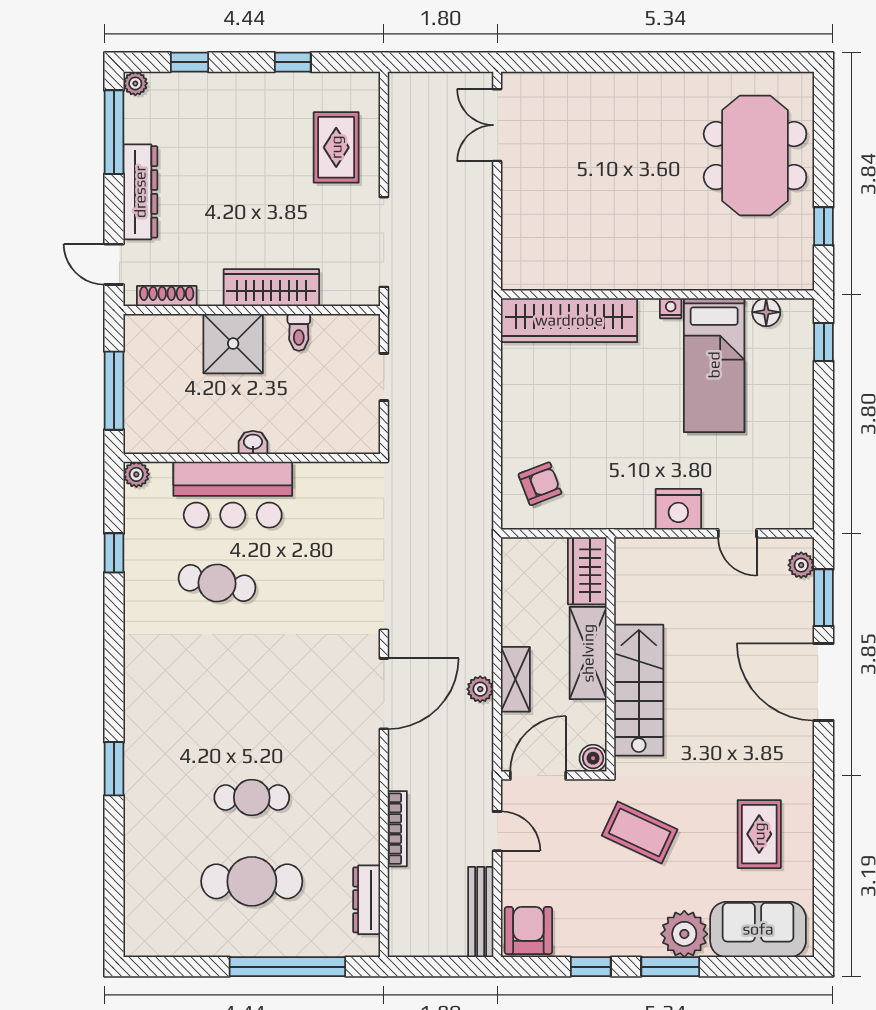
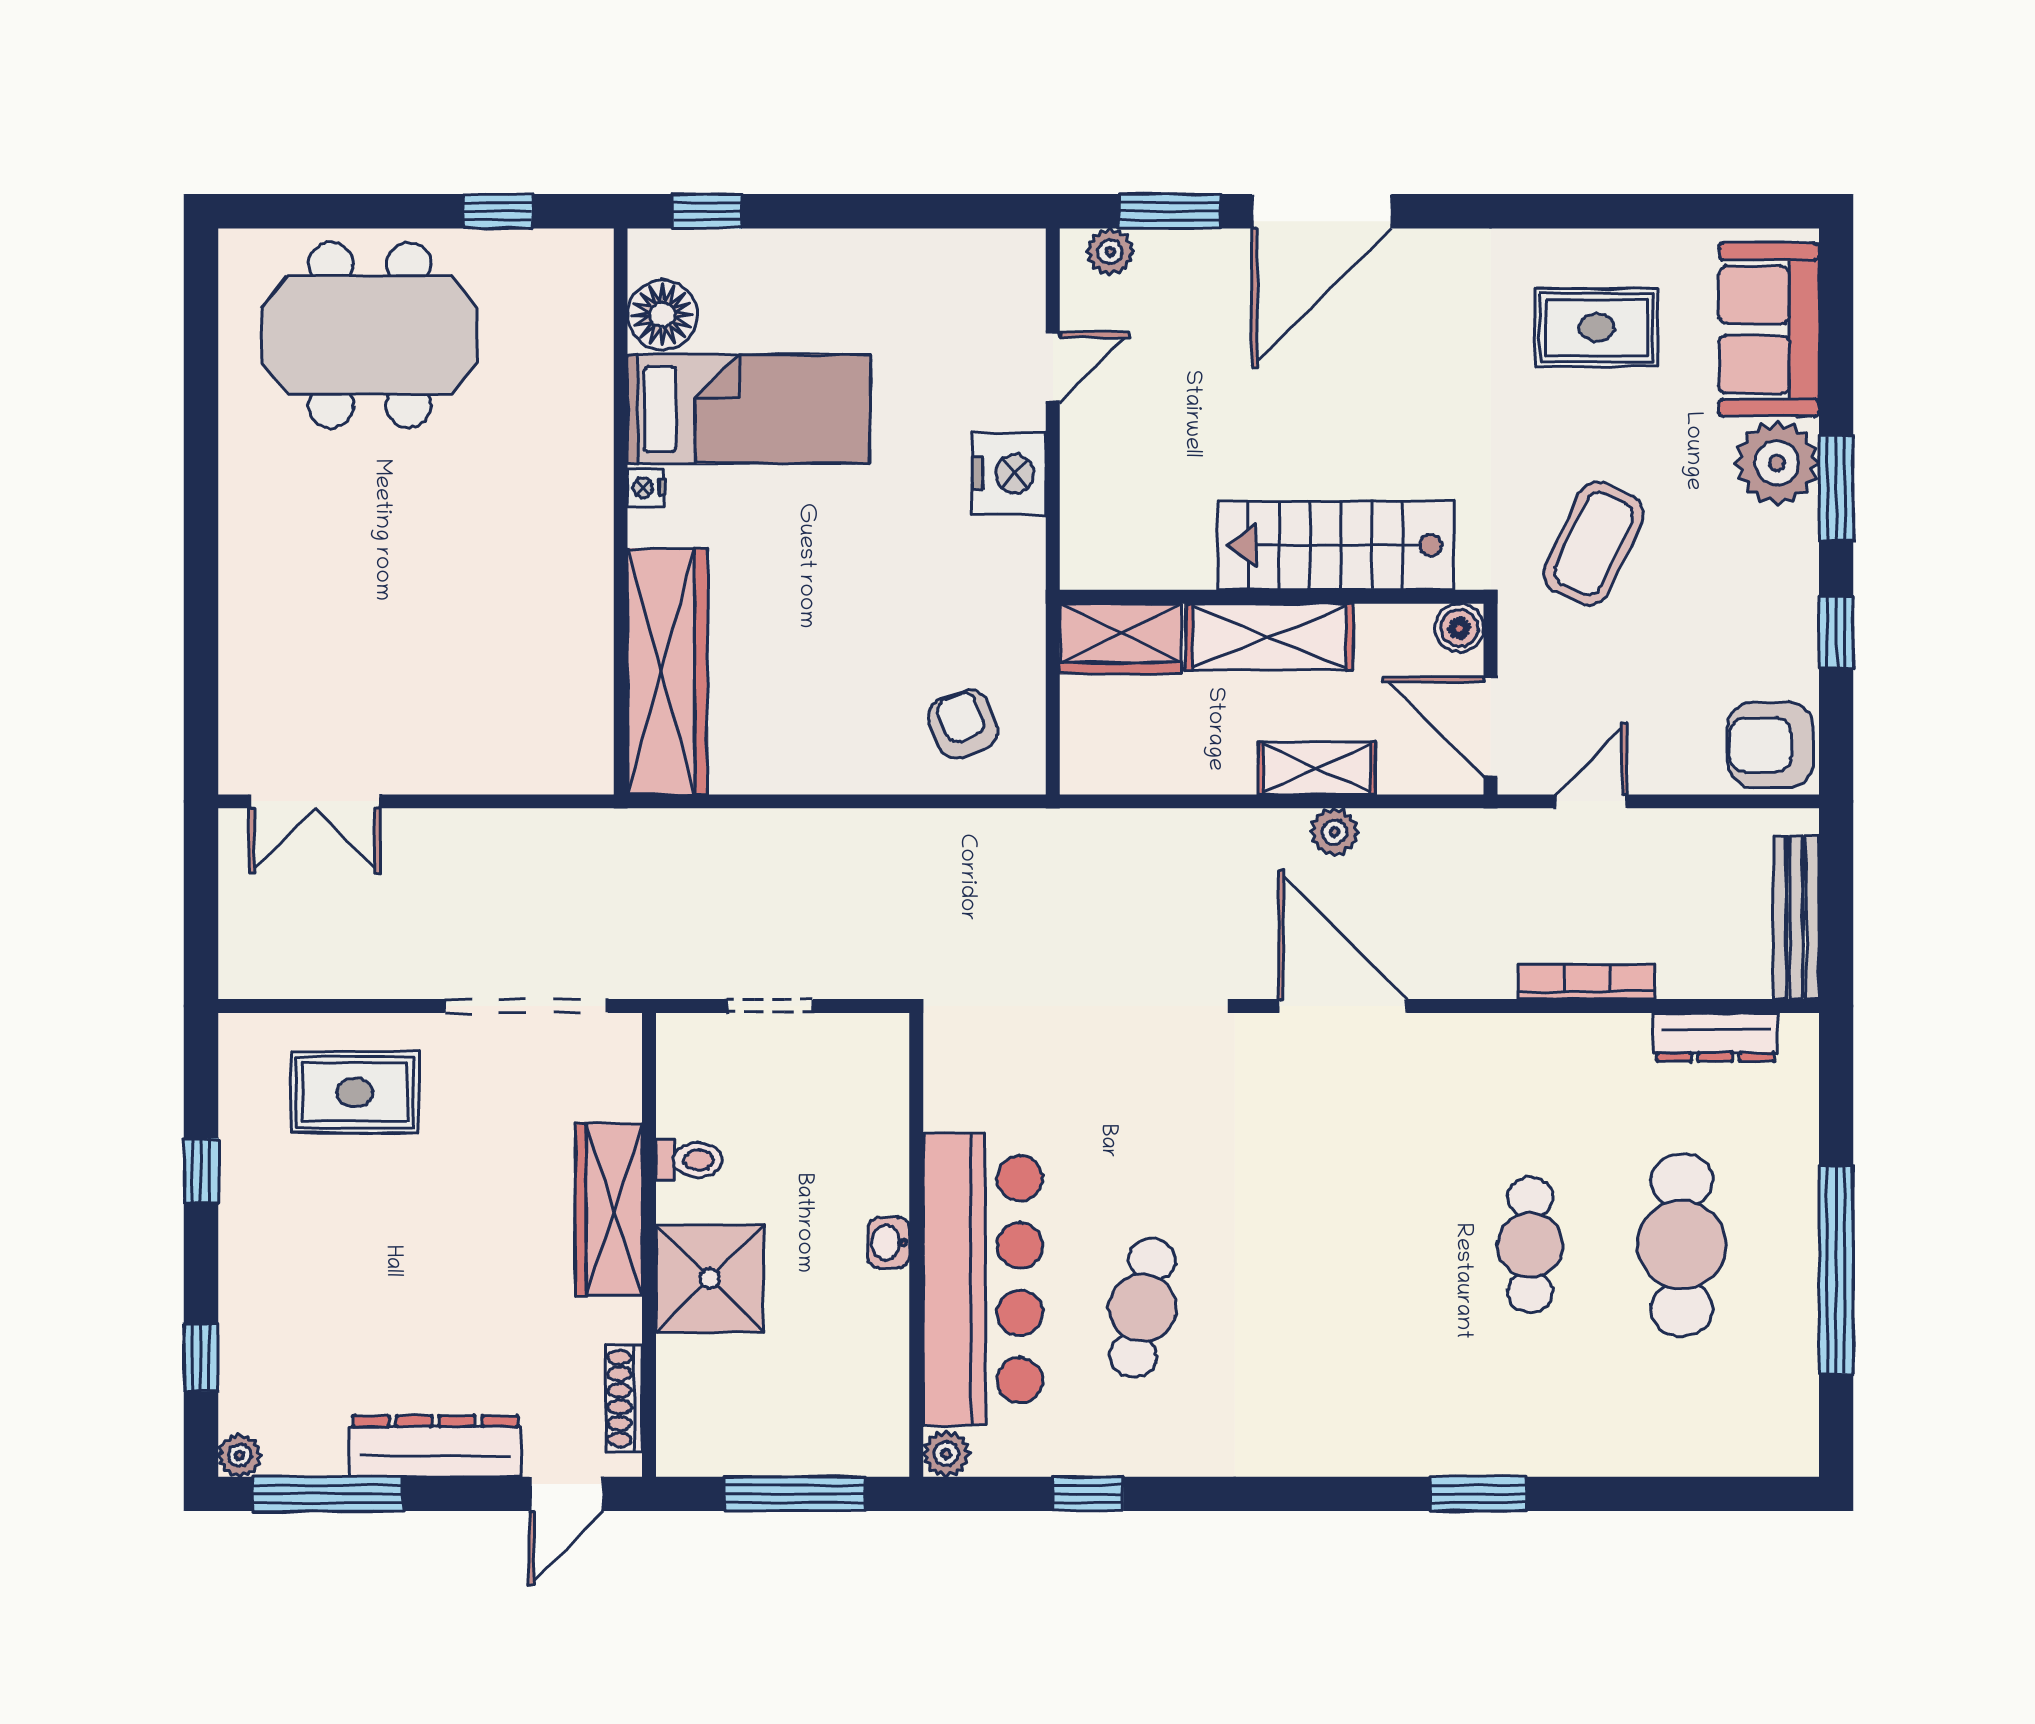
floor lamp: (766, 312) -> (662, 315), width x1.38, depth x1.38
bar counter: (233, 495) -> (983, 1279), width x1.36
bench: (481, 912) -> (1796, 918), moved, turned 90
window: (287, 967) -> (1836, 1270), moved

